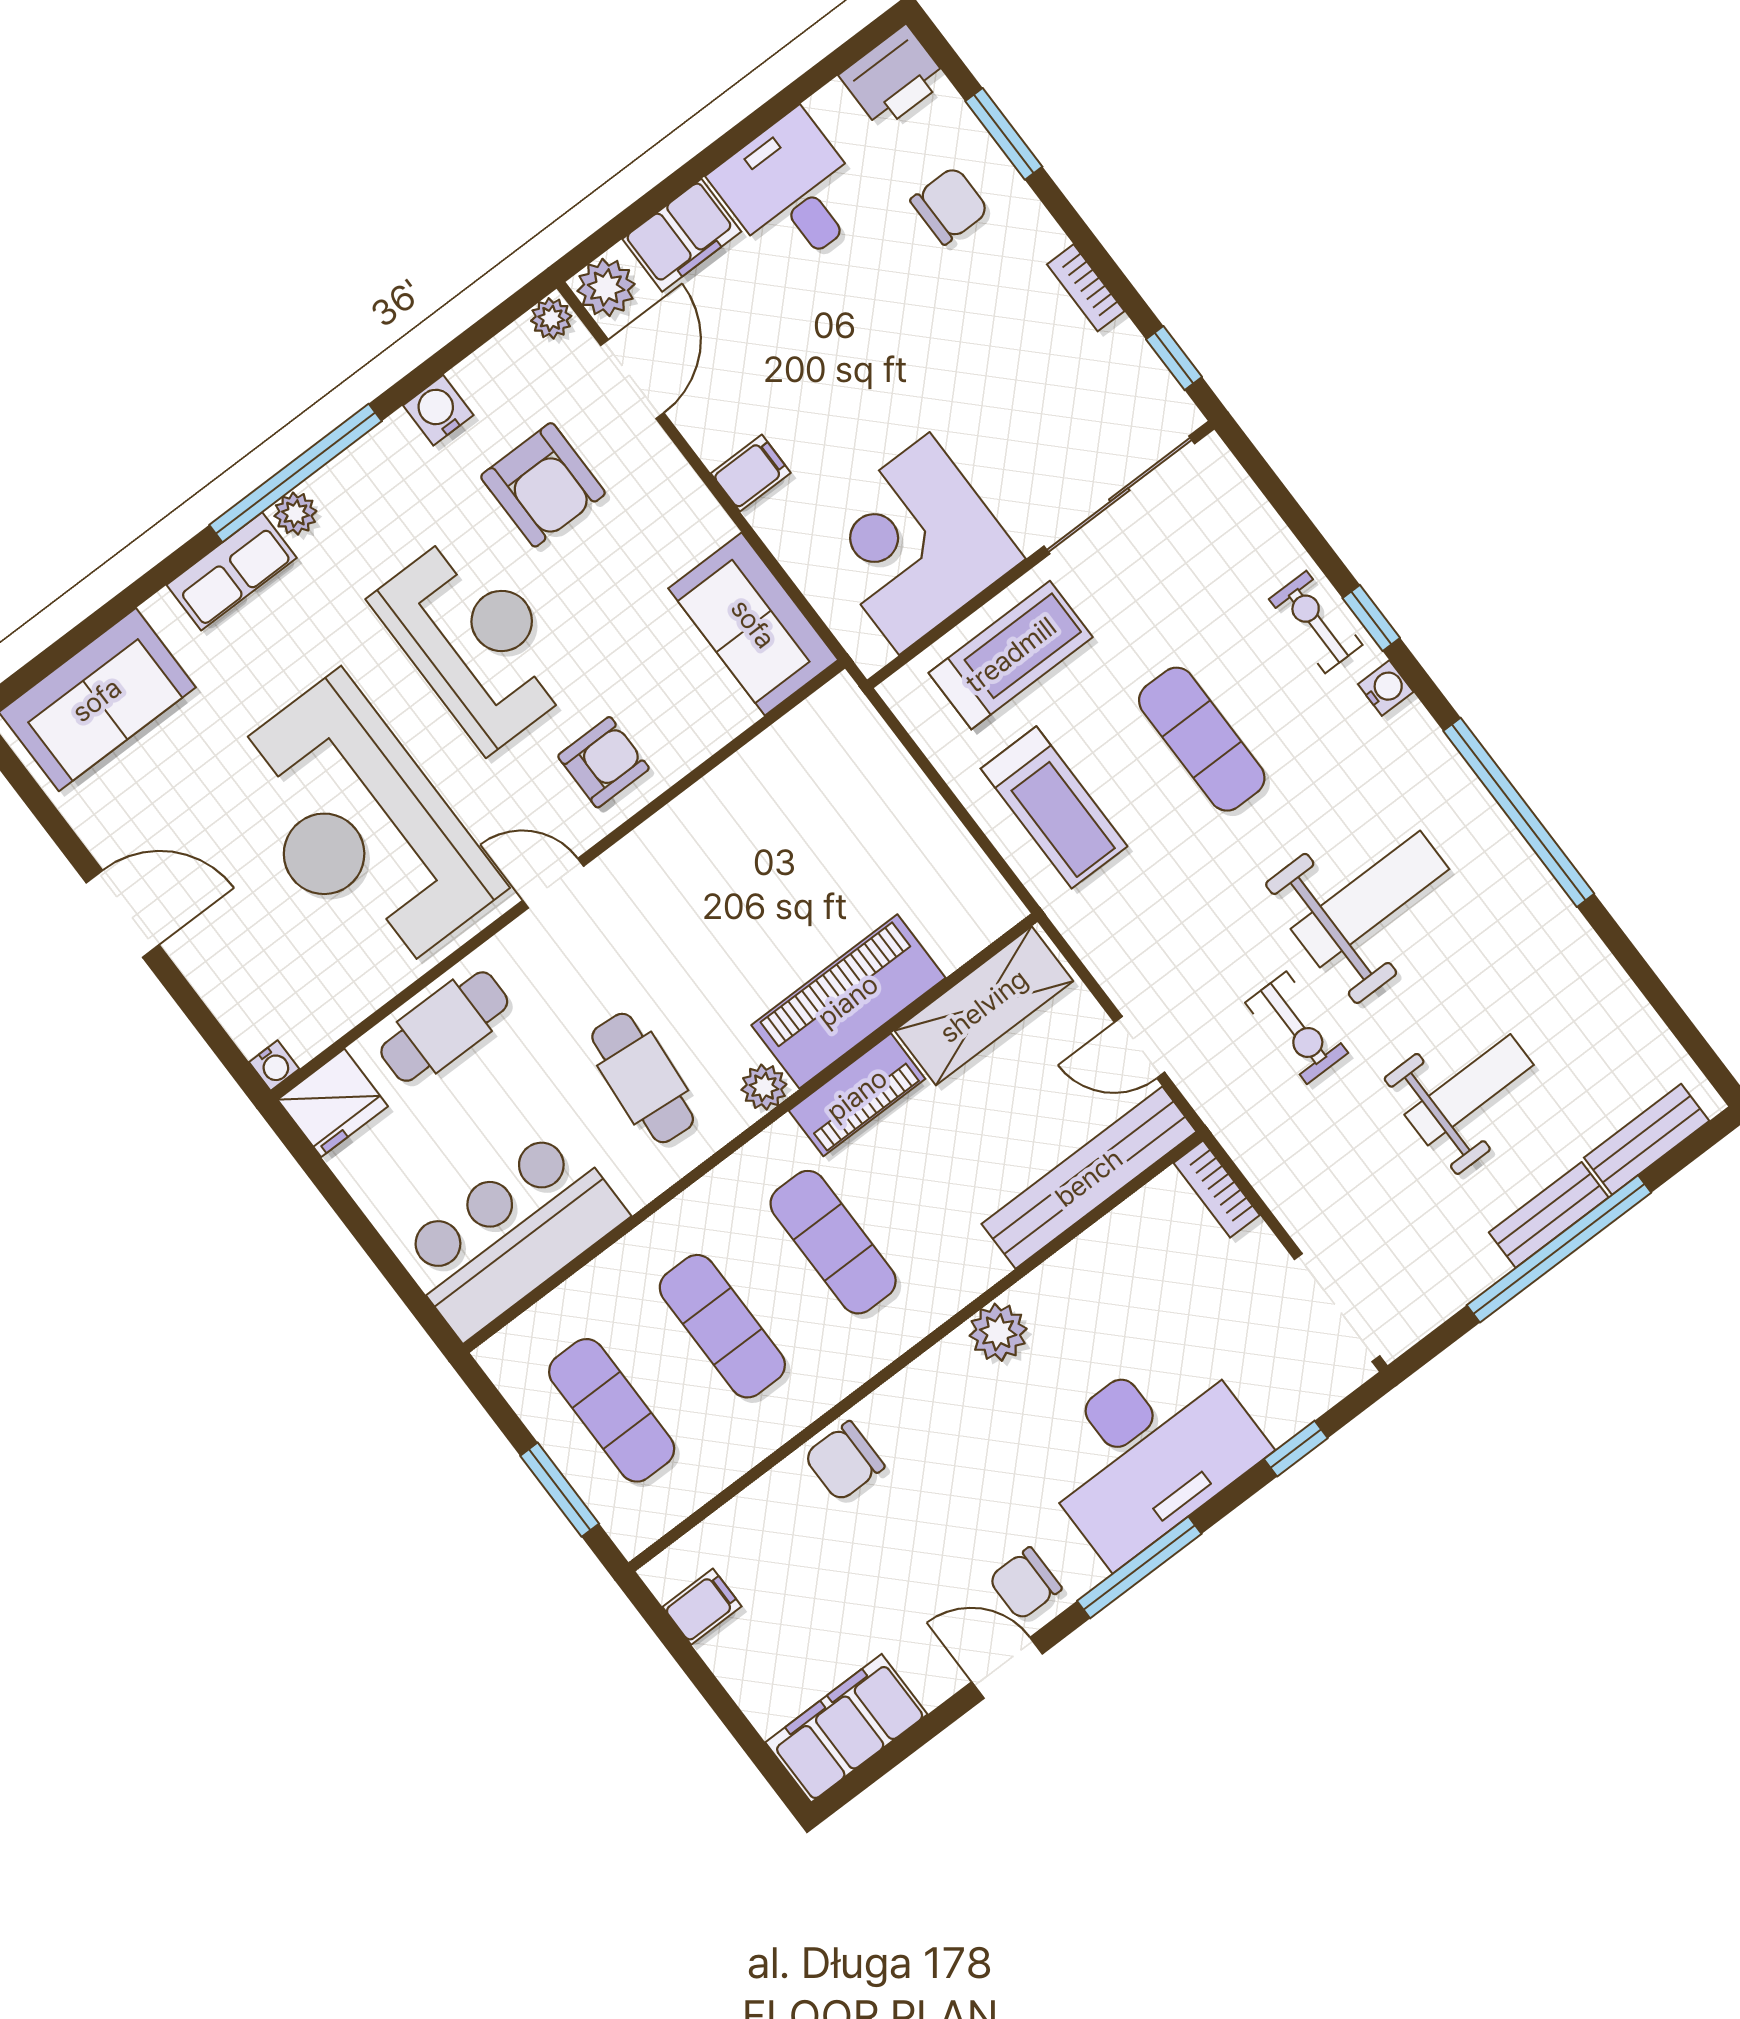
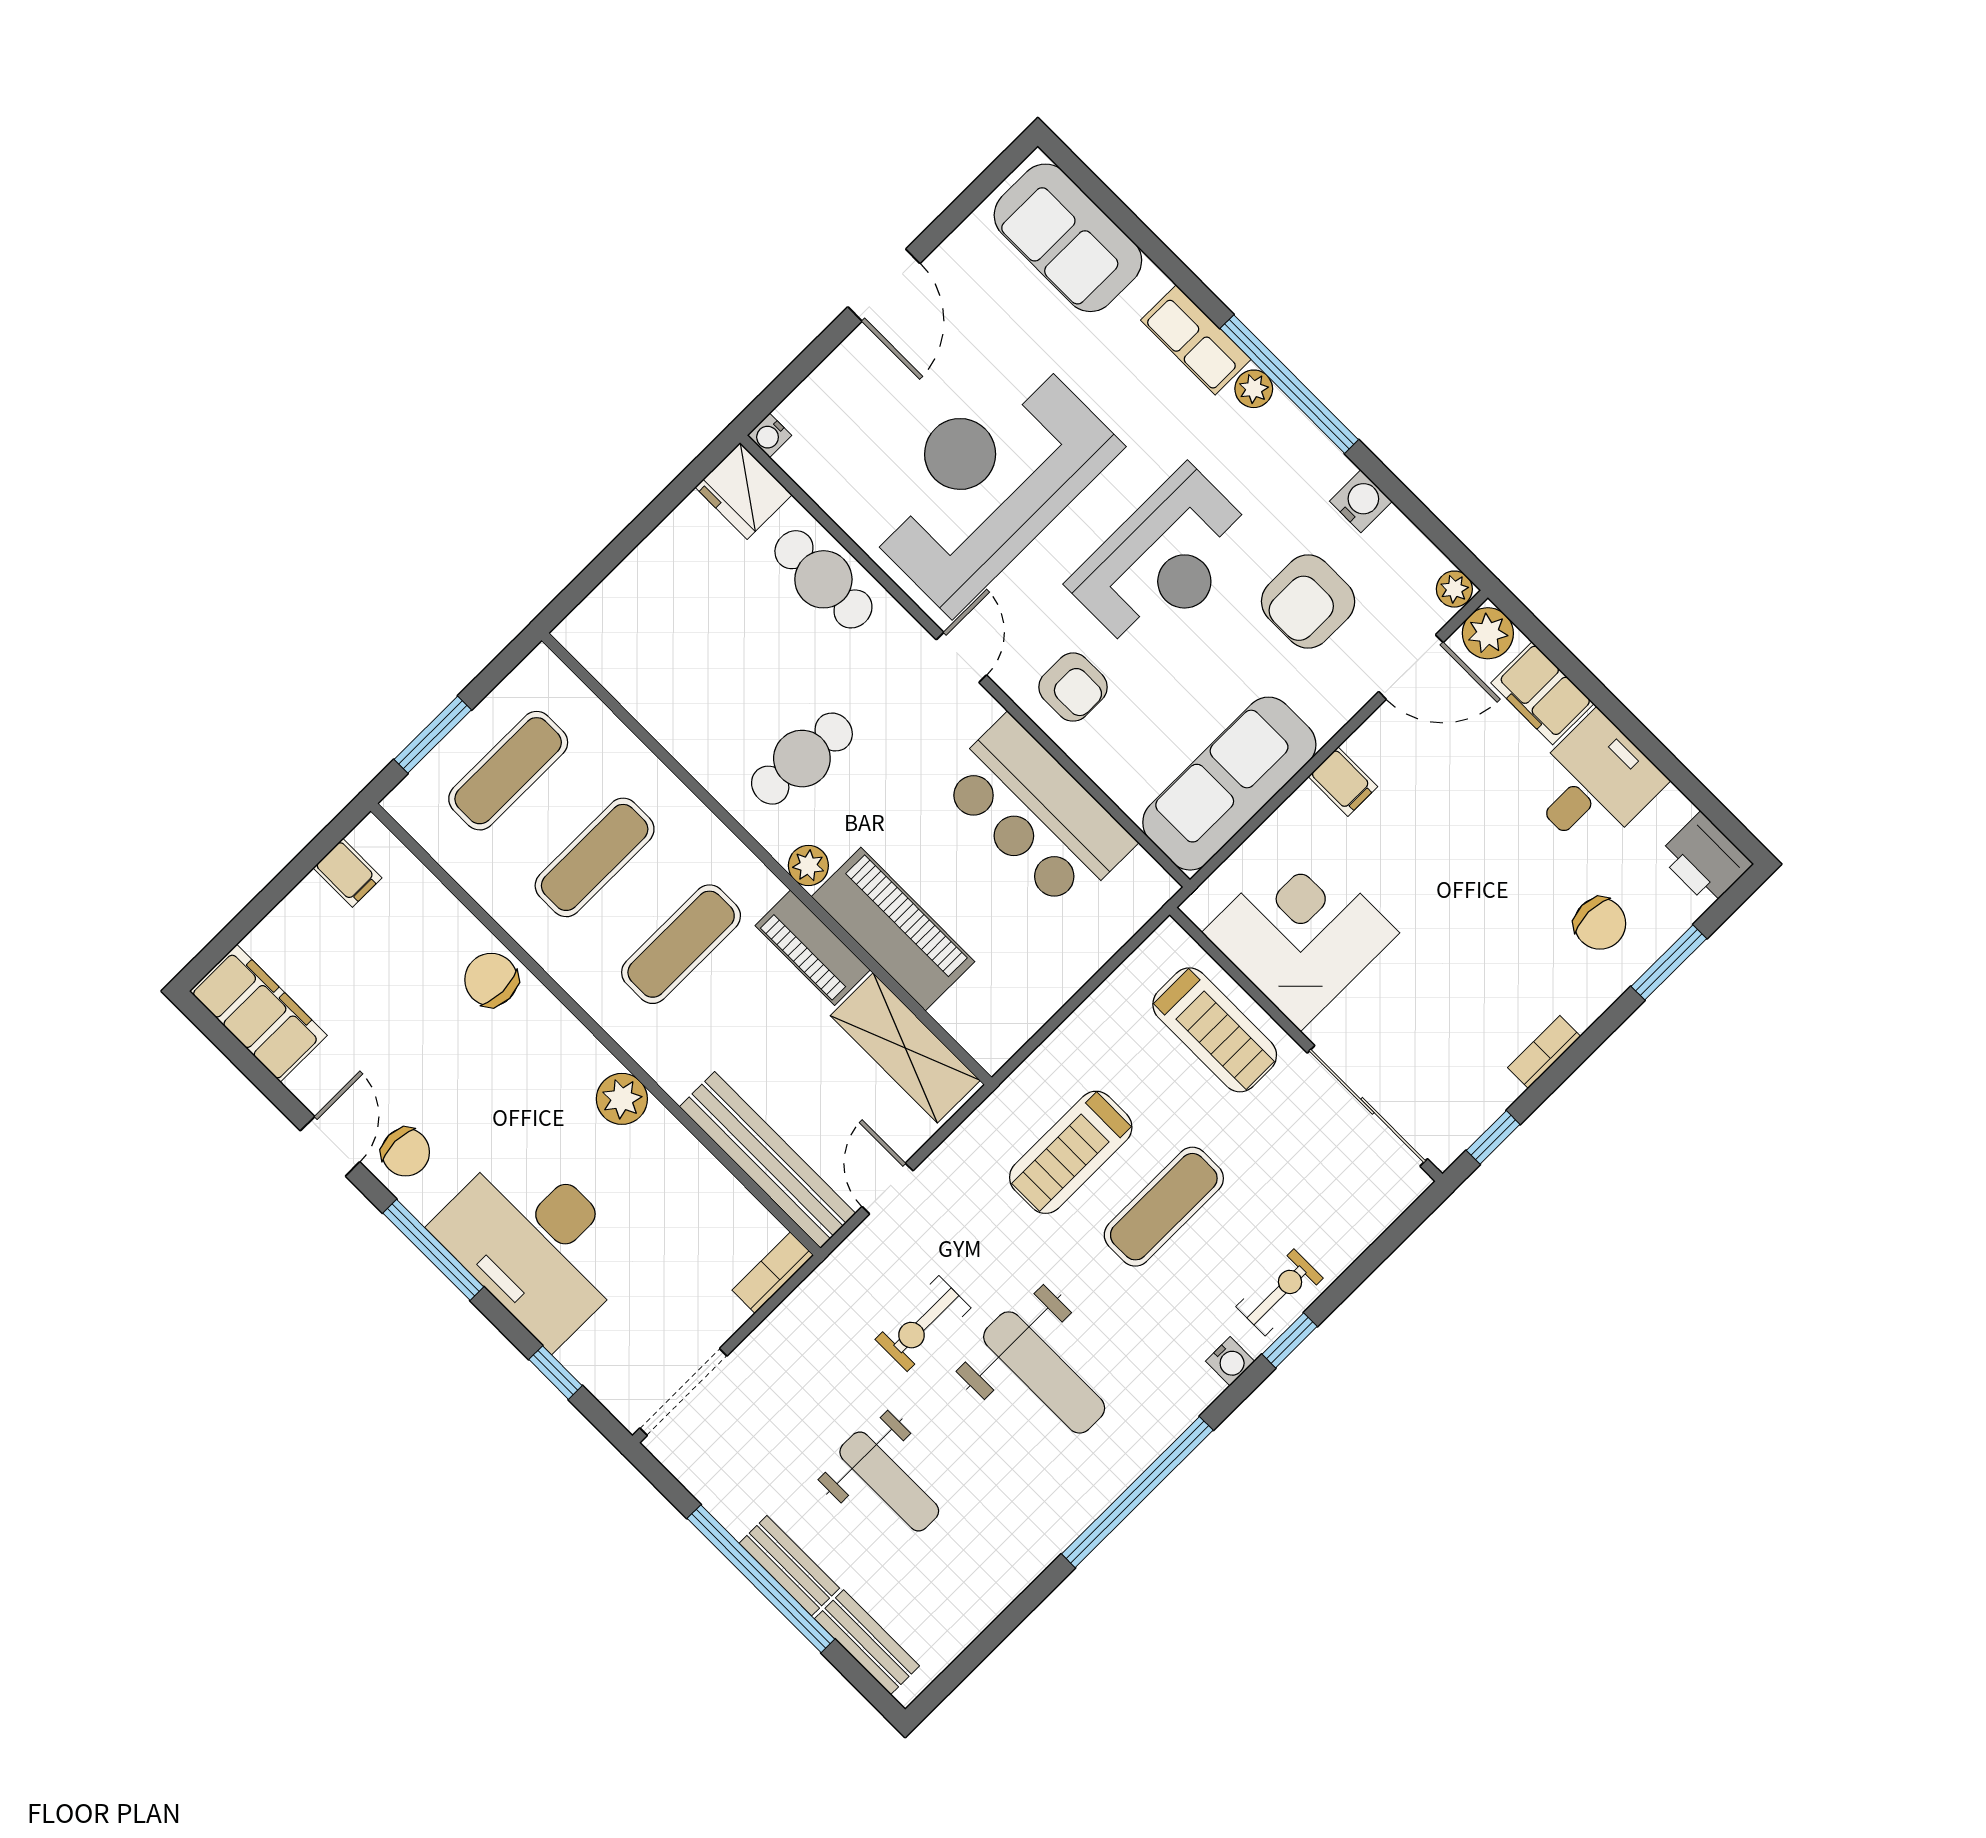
sofa: (753, 624) -> (1229, 784), width x1.36
treadmill: (1054, 807) -> (1071, 1152), moved
bar counter: (512, 1233) -> (1037, 813), moved, turned 180
chair: (1025, 1584) -> (406, 1152), turned 180

